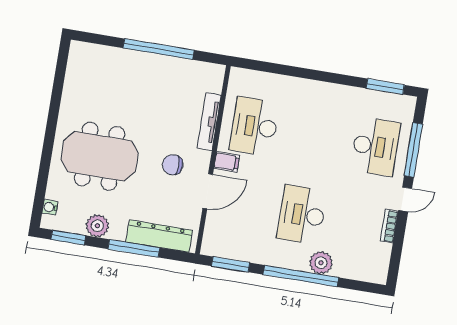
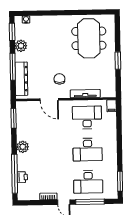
window: (159, 49) -> (118, 61), width x0.47
meeting table: (100, 156) -> (89, 38), moved
filing cabinet: (227, 162) -> (112, 106), moved
desk: (302, 215) -> (88, 150), moved, turned 180
plant: (321, 263) -> (23, 147), moved
printer: (344, 268) -> (22, 177), added
window: (301, 276) -> (15, 174), moved

